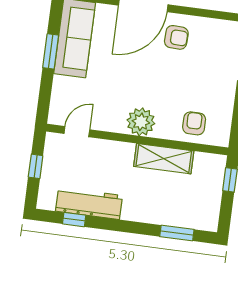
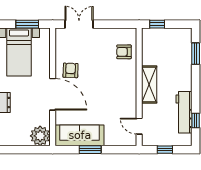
plant: (141, 122) -> (127, 86), removed
shelving: (164, 159) -> (149, 84), moved

